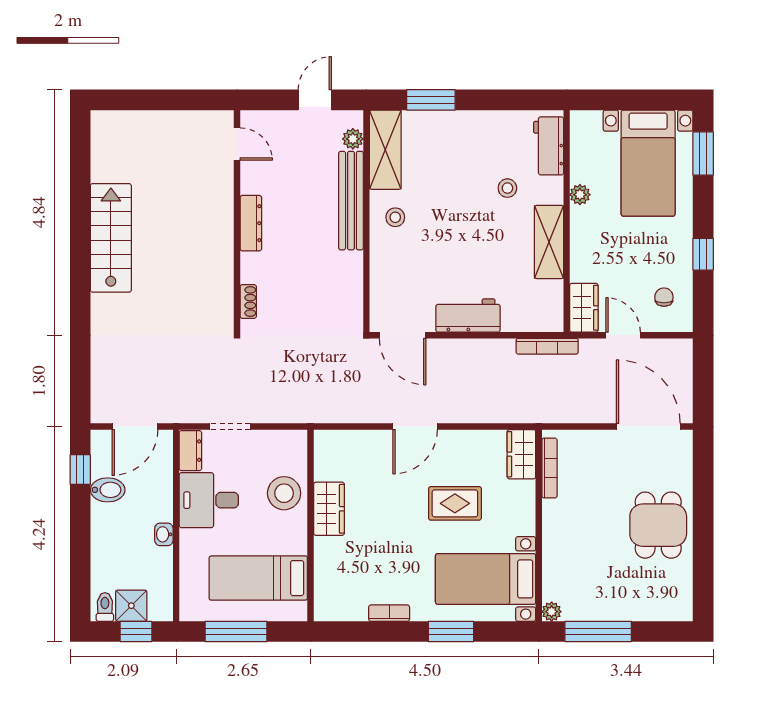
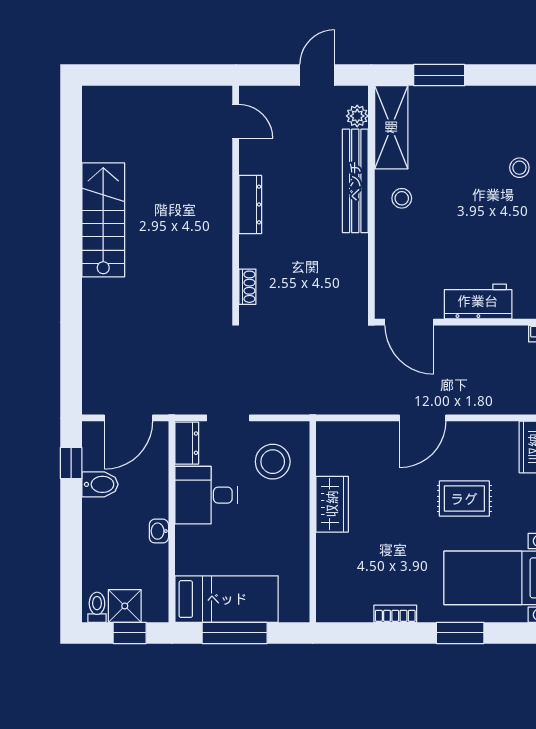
stool: (284, 493) -> (273, 462), moved
bed: (258, 578) -> (227, 599), moved, turned 180

